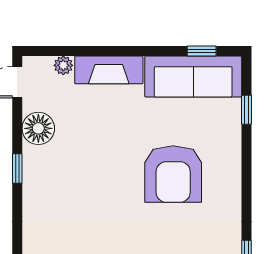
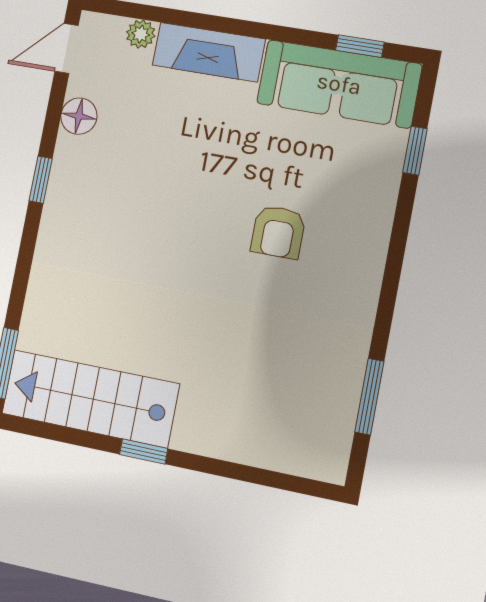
floor lamp: (38, 128) -> (79, 116), width x0.73, depth x0.73
armchair: (173, 174) -> (278, 232), width x0.53, depth x0.53

